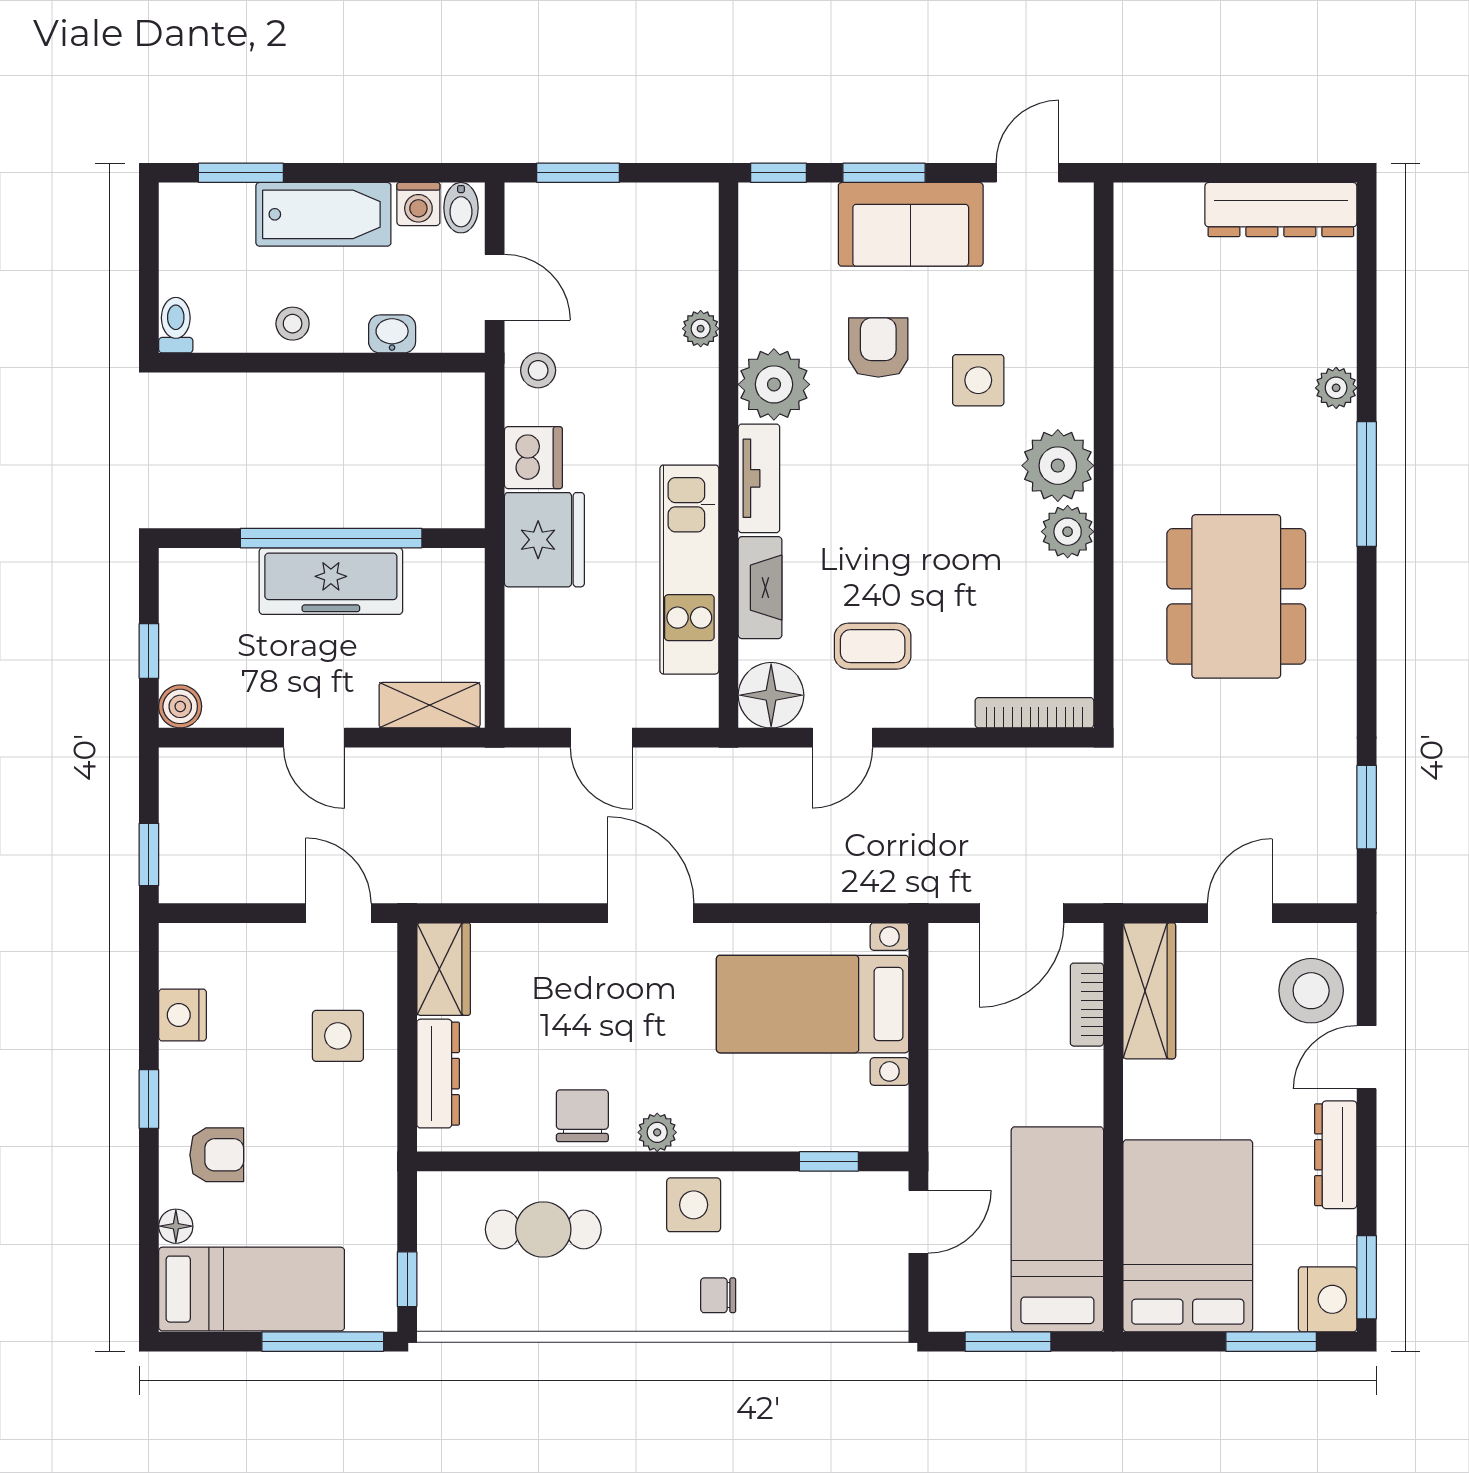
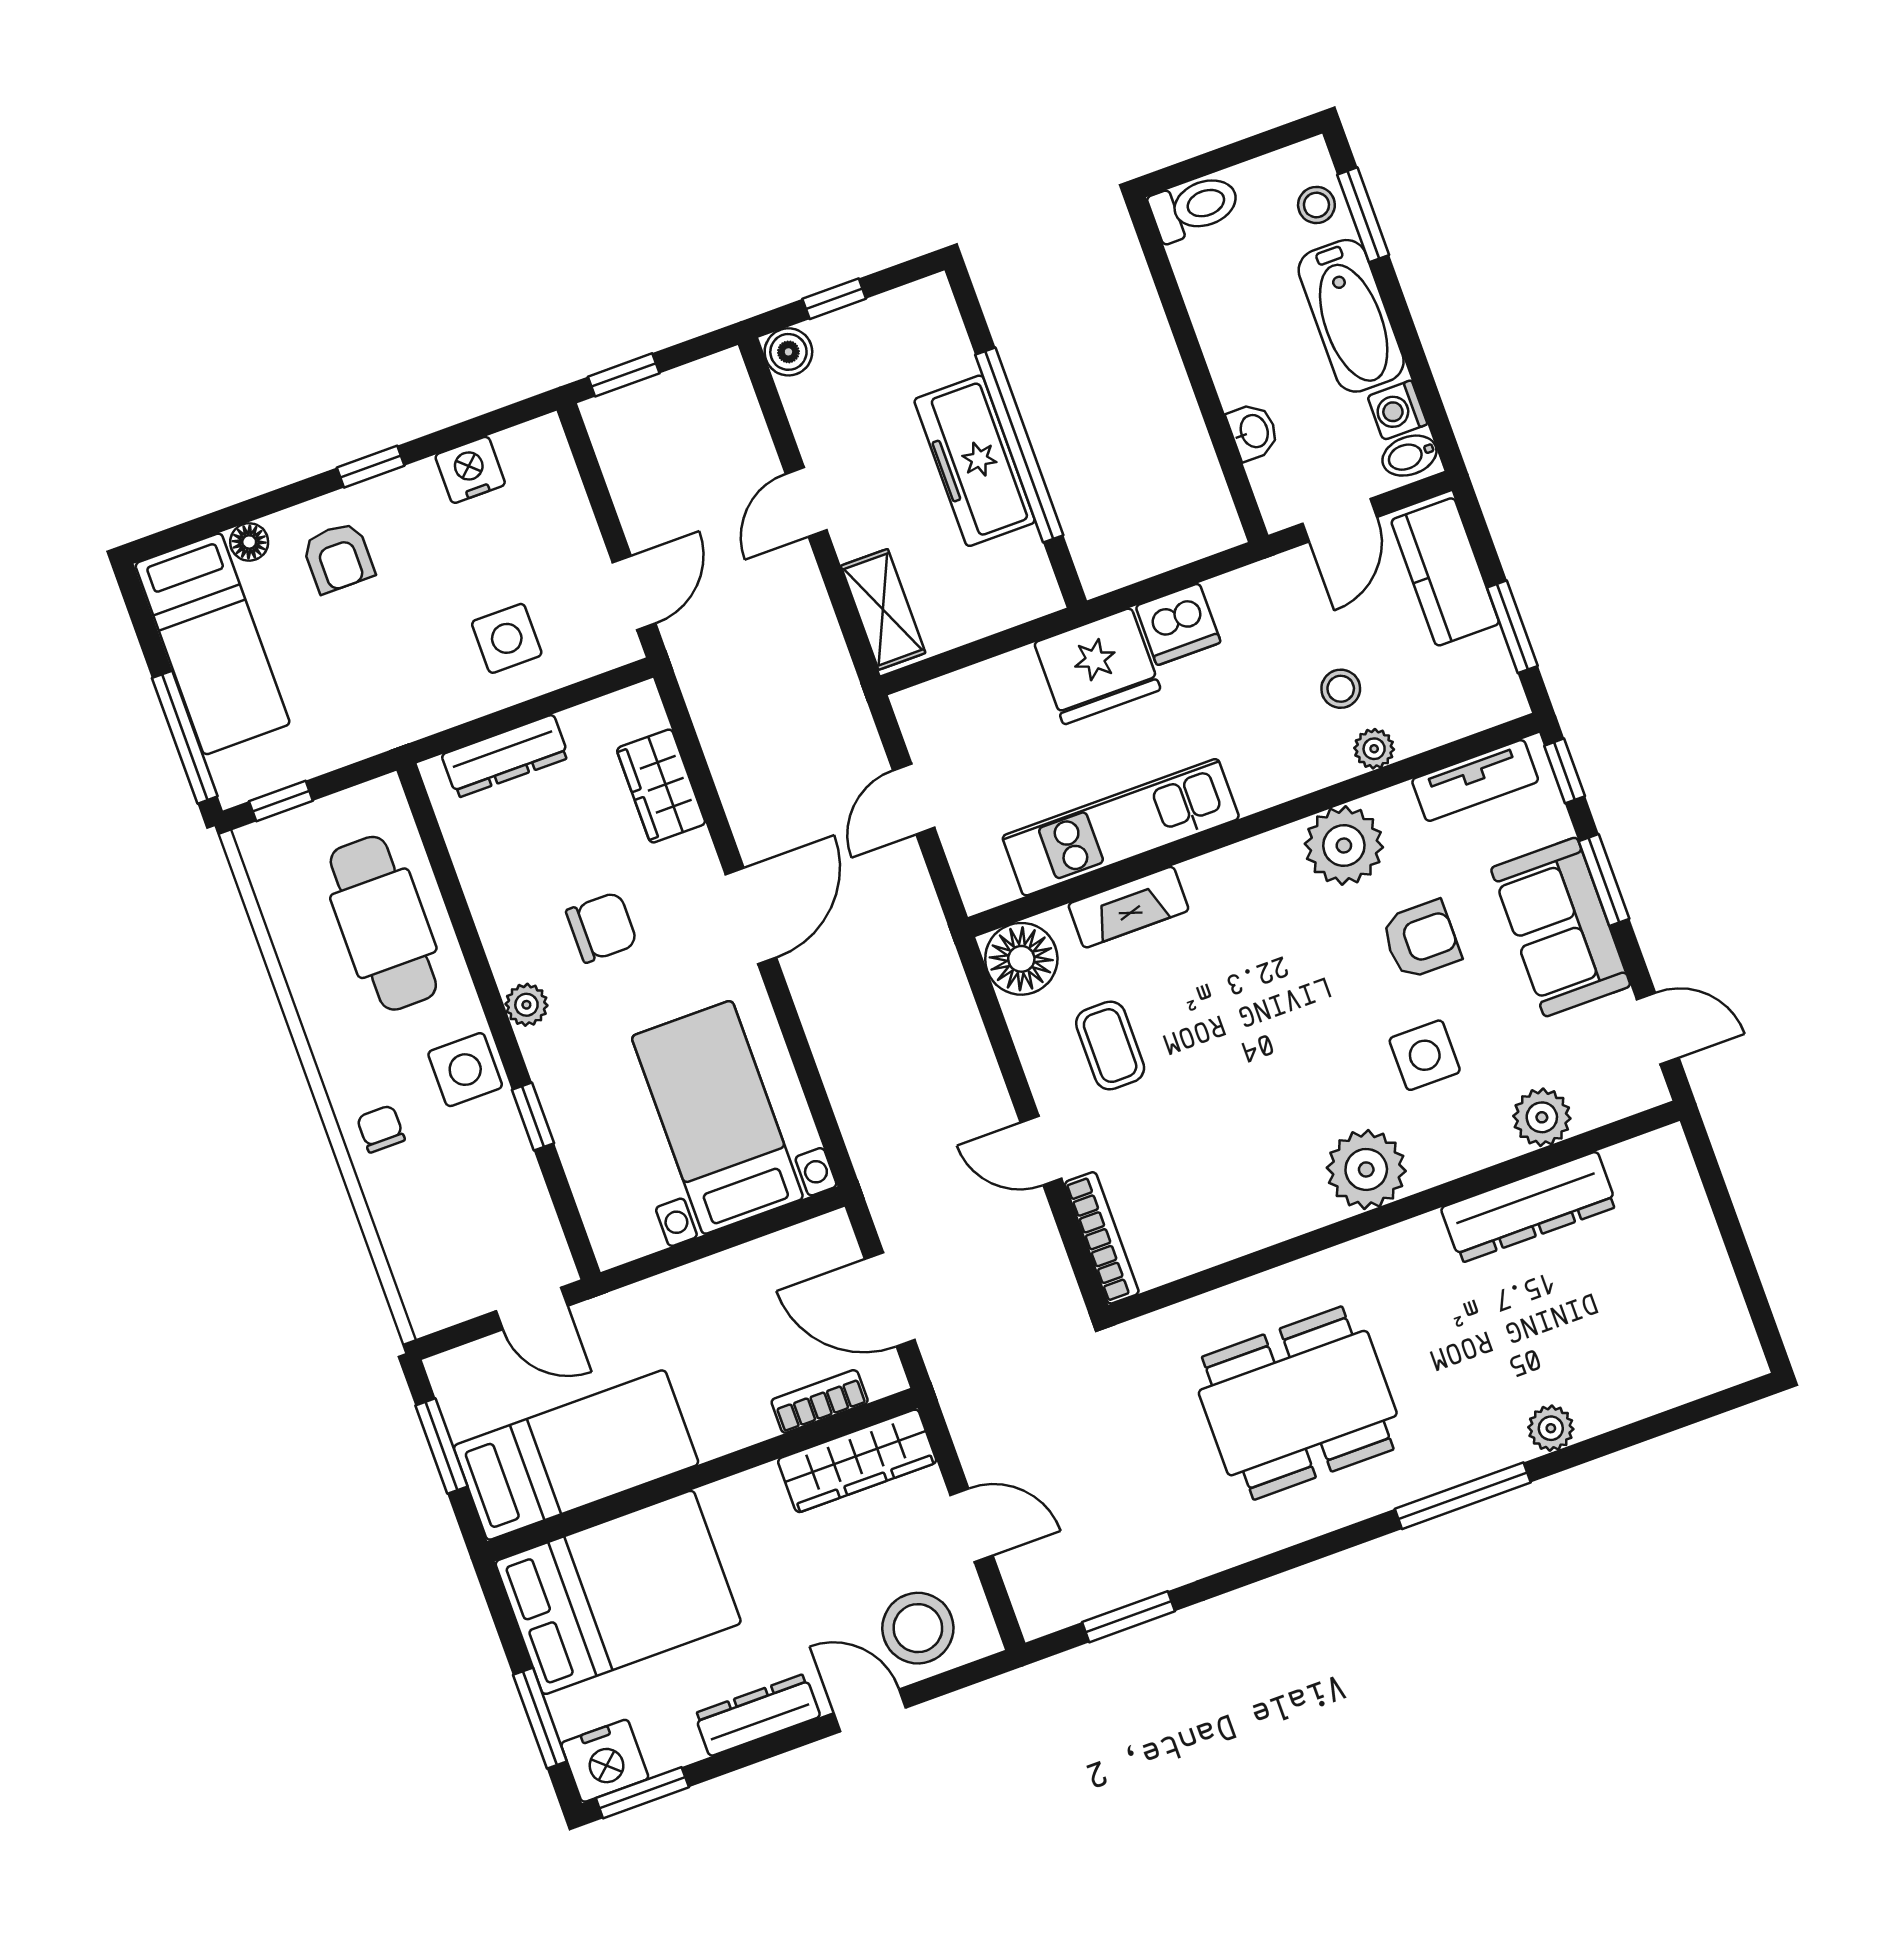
window: (578, 173) -> (1512, 627), moved
dresser: (1281, 210) -> (1529, 1207), moved, turned -90
kitchen counter: (571, 213) -> (1445, 572), added
stool: (293, 324) -> (1316, 205), moved
toilet: (176, 325) -> (1195, 207), width x1.37, depth x1.39
stool: (538, 370) -> (1341, 689), moved
tv unit: (759, 478) -> (1475, 780), moved
plant: (1068, 532) -> (1542, 1117), moved
door: (842, 738) -> (1041, 1151), moved
wardrobe: (444, 969) -> (661, 786), moved, turned 90
chair: (582, 1116) -> (602, 927), moved
window: (829, 1161) -> (533, 1116), moved
cafe table: (543, 1229) -> (383, 923), width x1.37, depth x1.35

